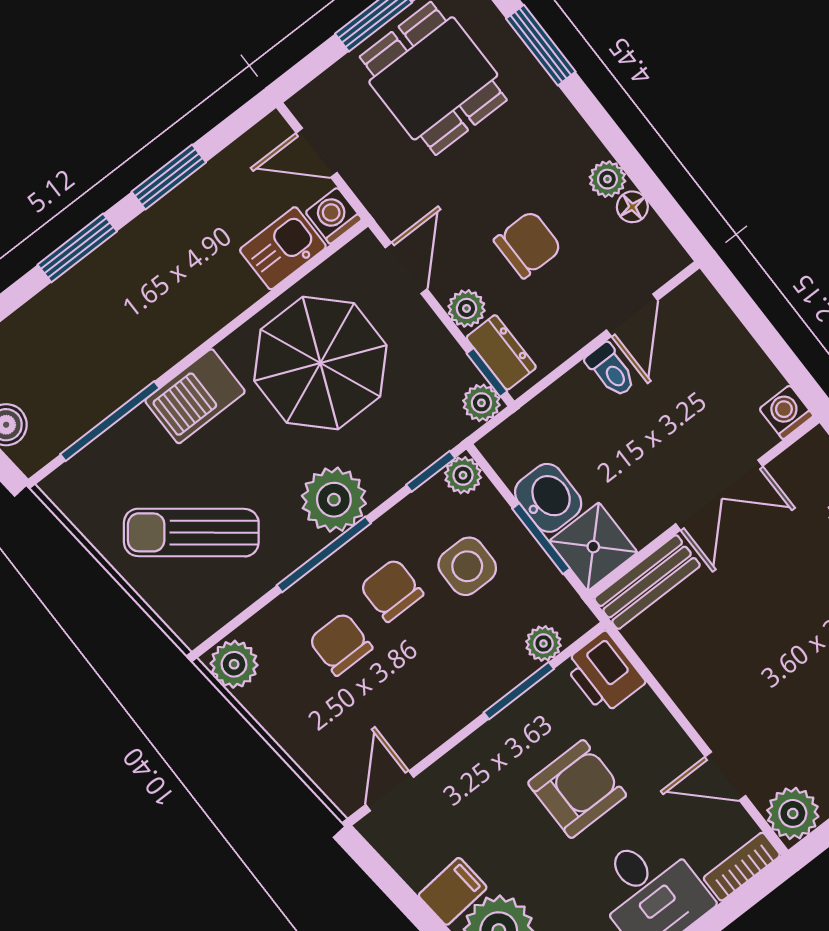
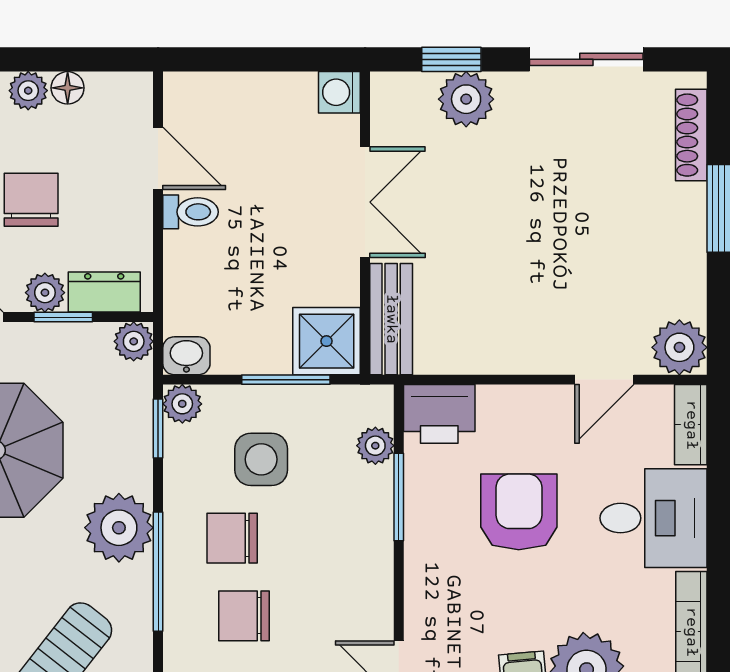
window: (487, 372) -> (63, 317), moved
washbasin: (548, 498) -> (186, 356), moved, width x0.72, depth x0.69

